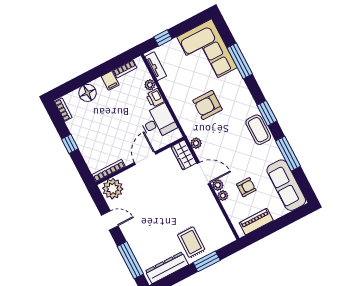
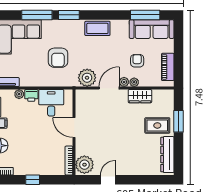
window: (267, 113) -> (69, 15), moved
plant: (196, 143) -> (87, 78), width x1.88, depth x1.88
window: (288, 154) -> (145, 15), moved
wardrobe: (184, 155) -> (140, 96), moved
window: (130, 260) -> (147, 180), removed

